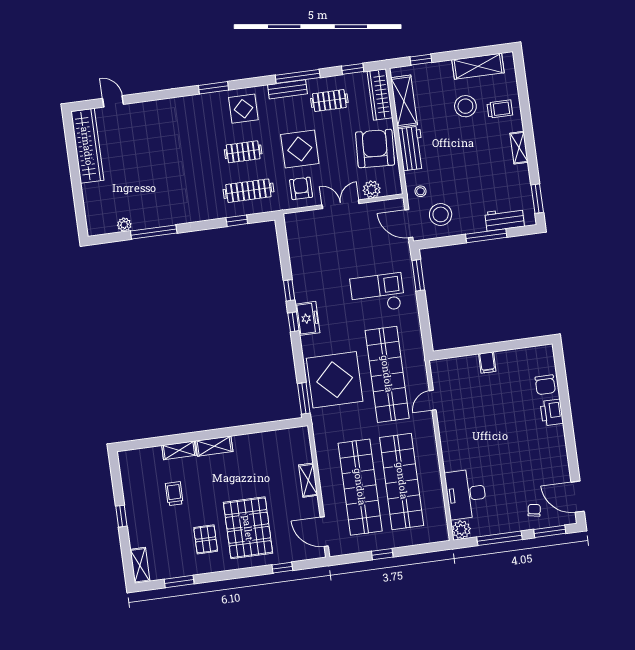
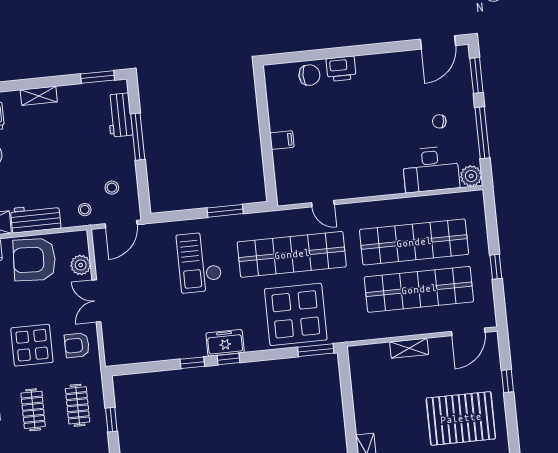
clothes rail: (248, 191) -> (78, 405), width x0.73
stool: (441, 214) -> (112, 188), width x0.53, depth x0.53
window: (418, 275) -> (225, 211), moved
chair: (534, 510) -> (439, 121), moved

